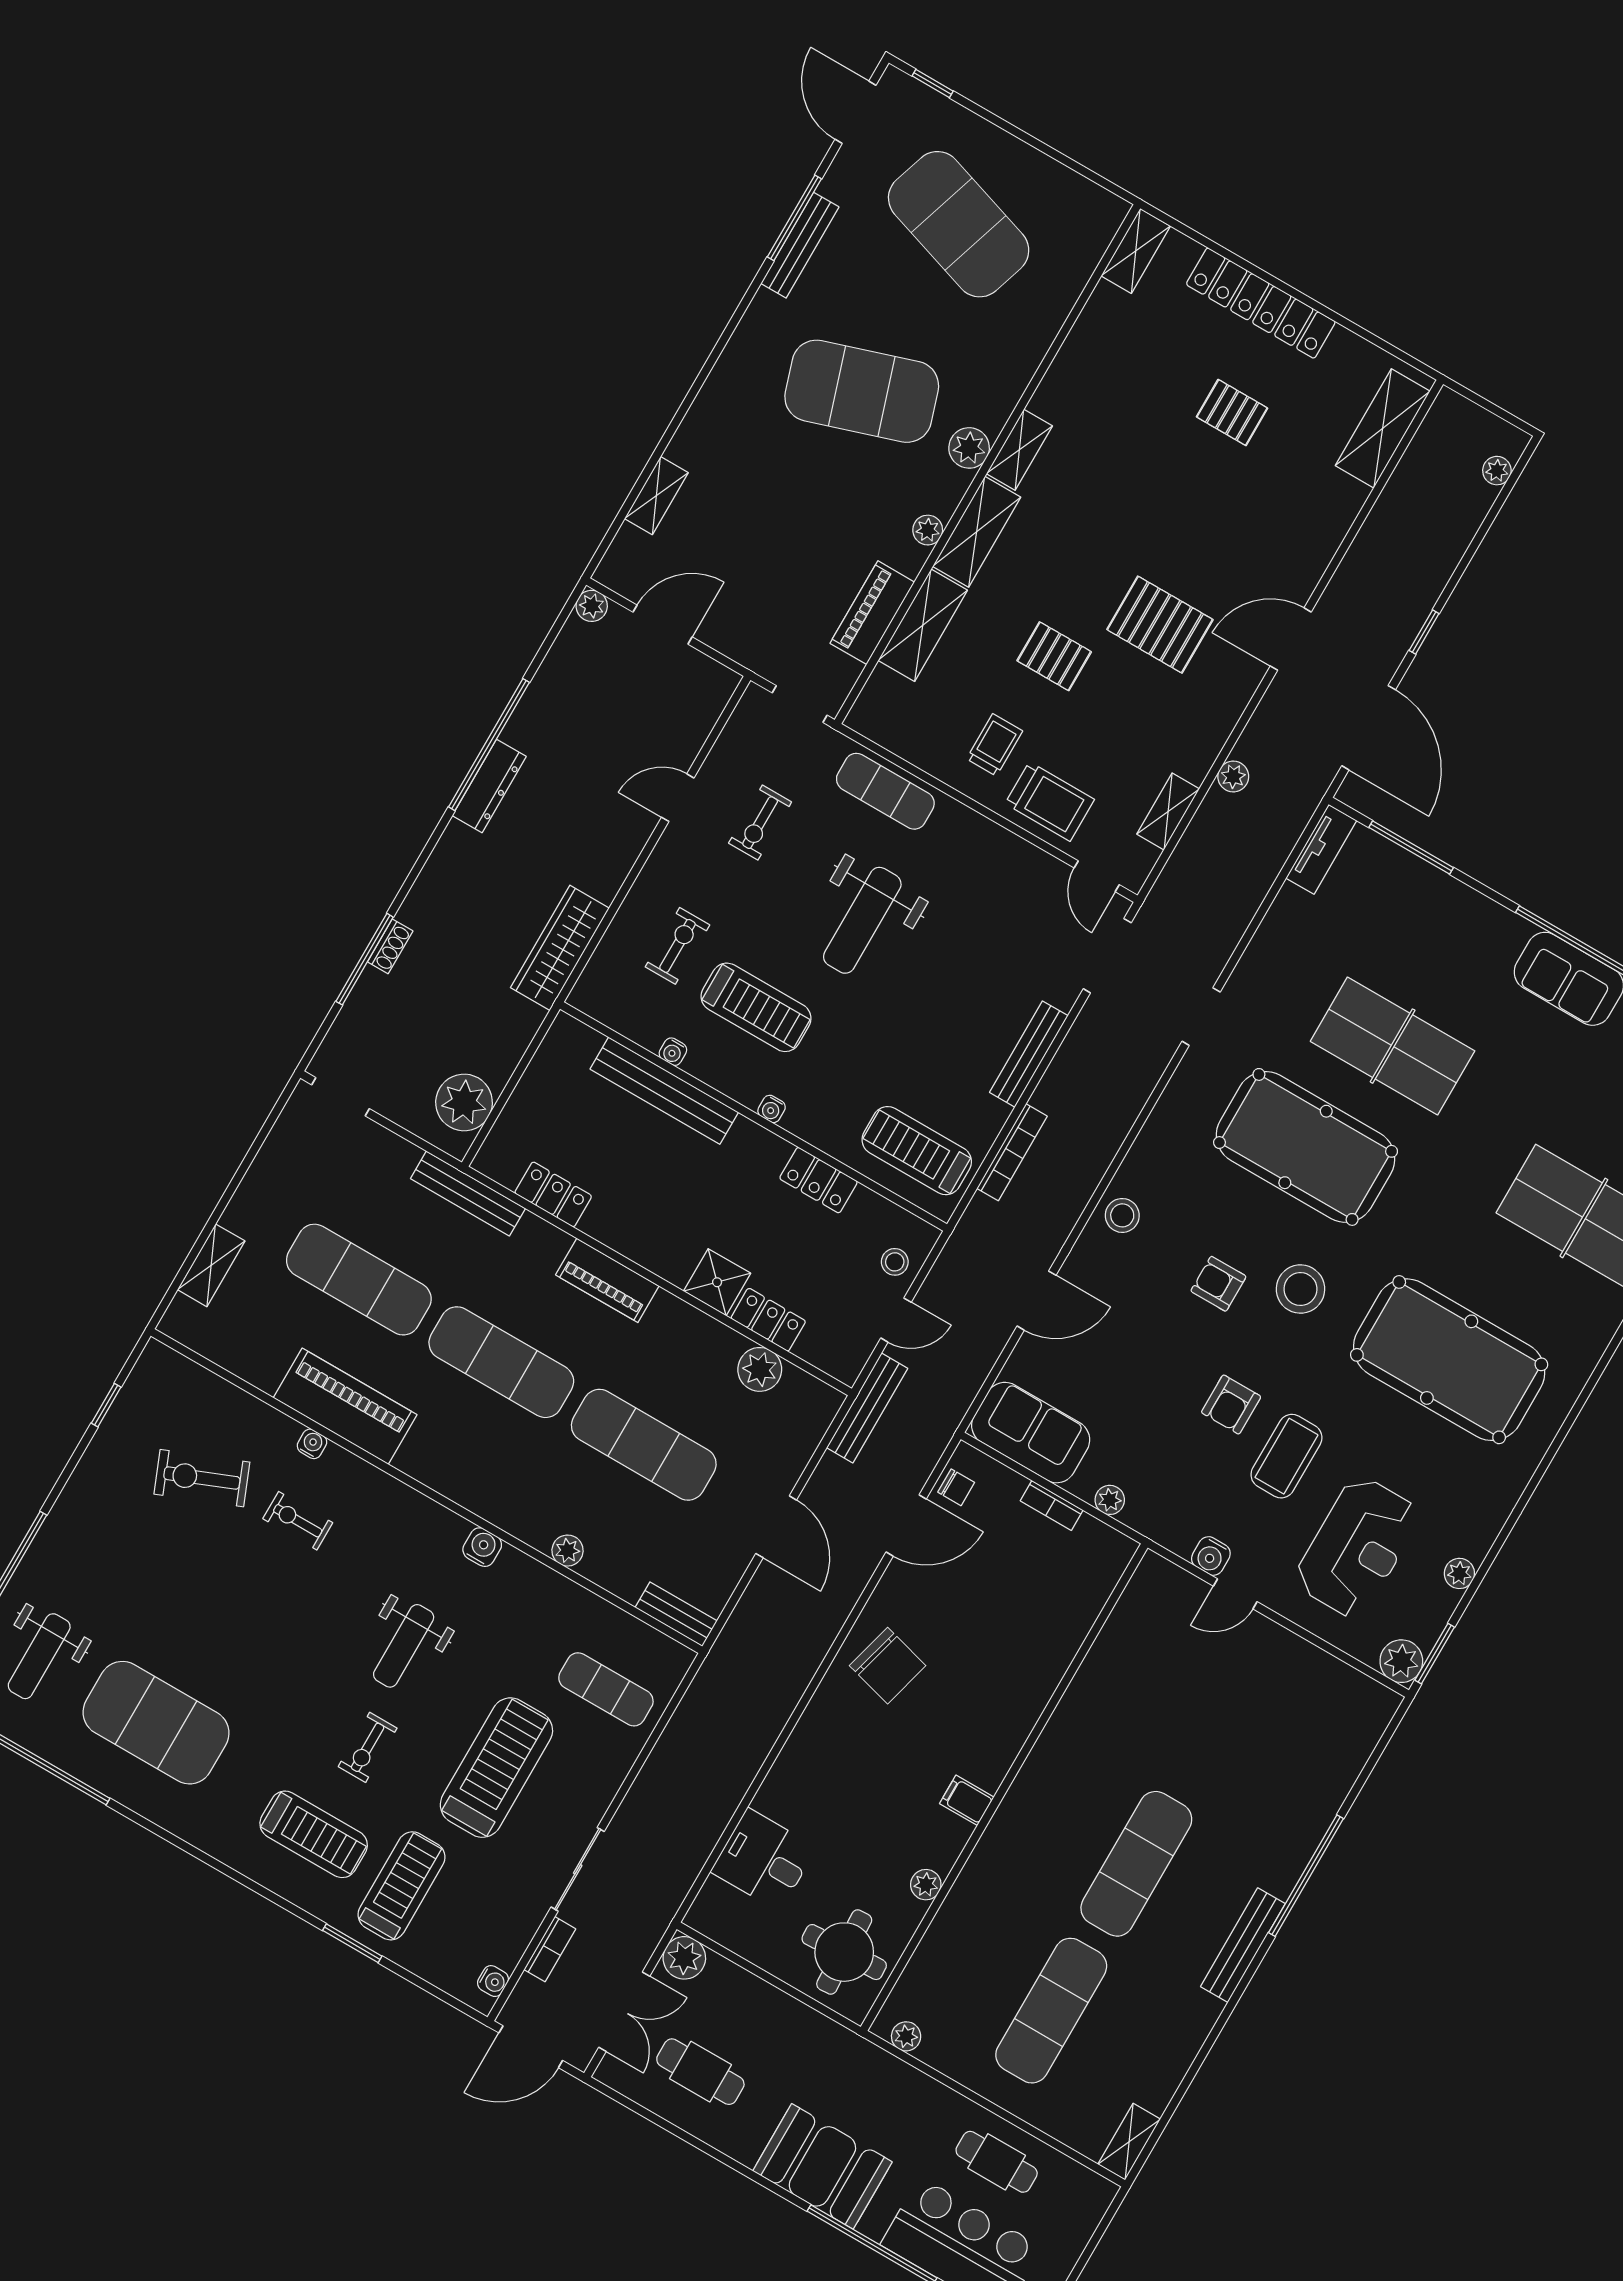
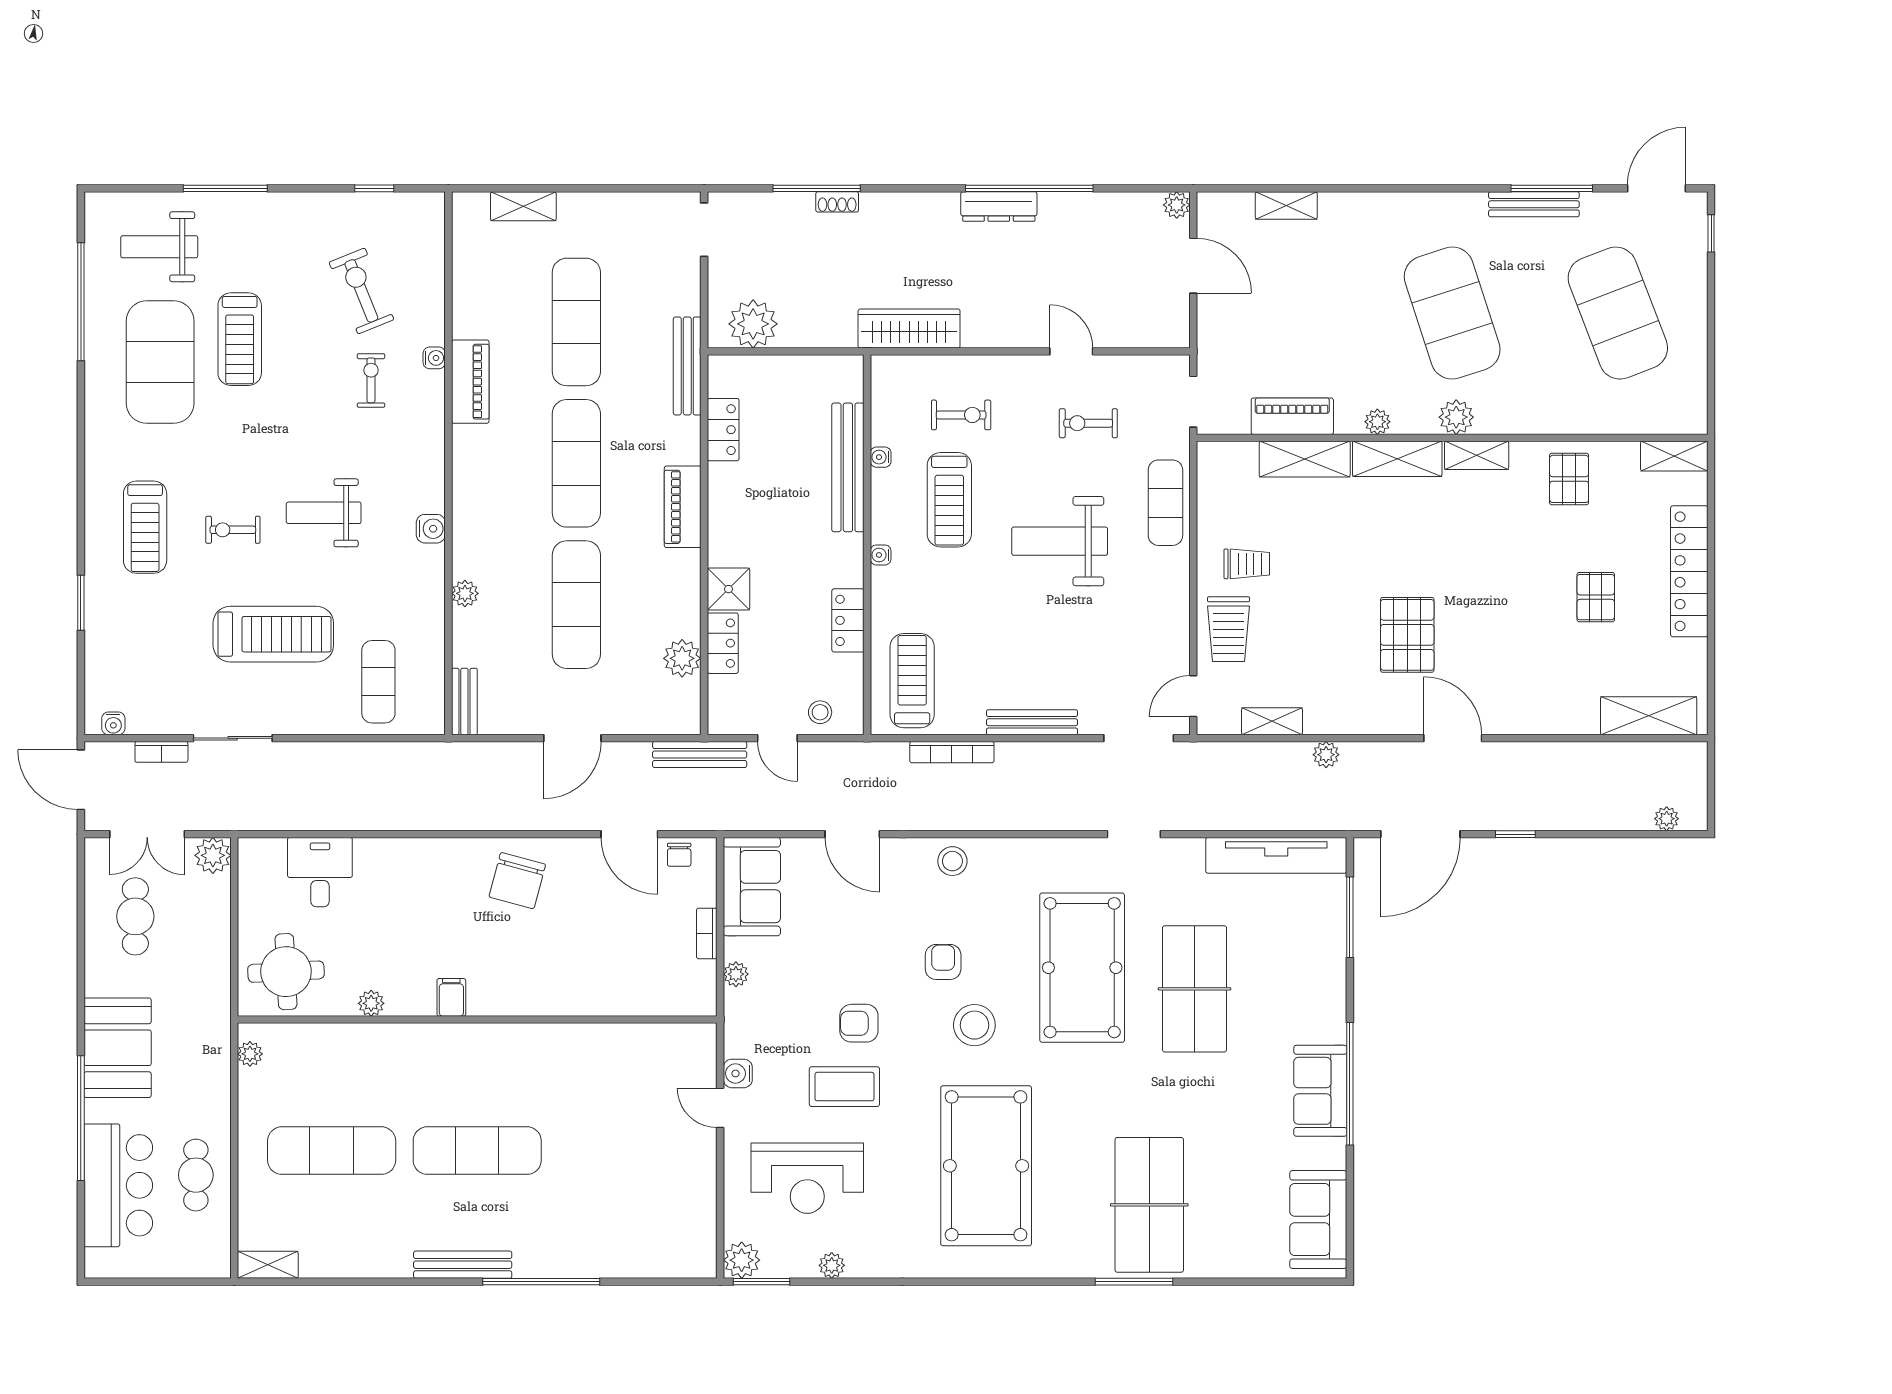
exercise mat: (959, 224) -> (1618, 313), turned -39
pallet: (1054, 656) -> (1569, 479), moved
tv unit: (1321, 849) -> (1276, 855), width x1.92, depth x1.29
piano: (345, 1406) -> (470, 382), width x0.73, depth x0.75
treadmill: (402, 1886) -> (240, 339), moved, turned 90

